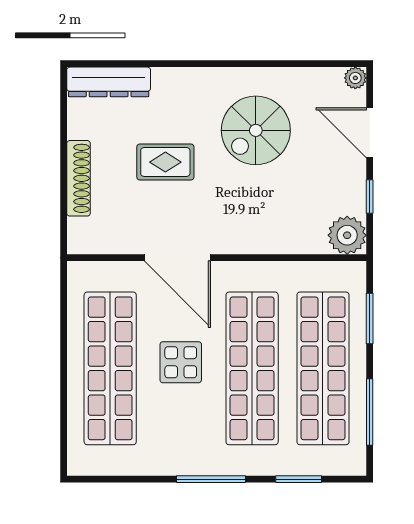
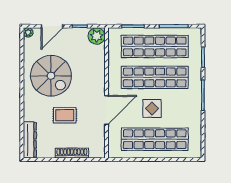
spiral stairs: (256, 130) -> (51, 76), width x1.37, depth x1.37
rug: (165, 162) -> (65, 115), turned 90

